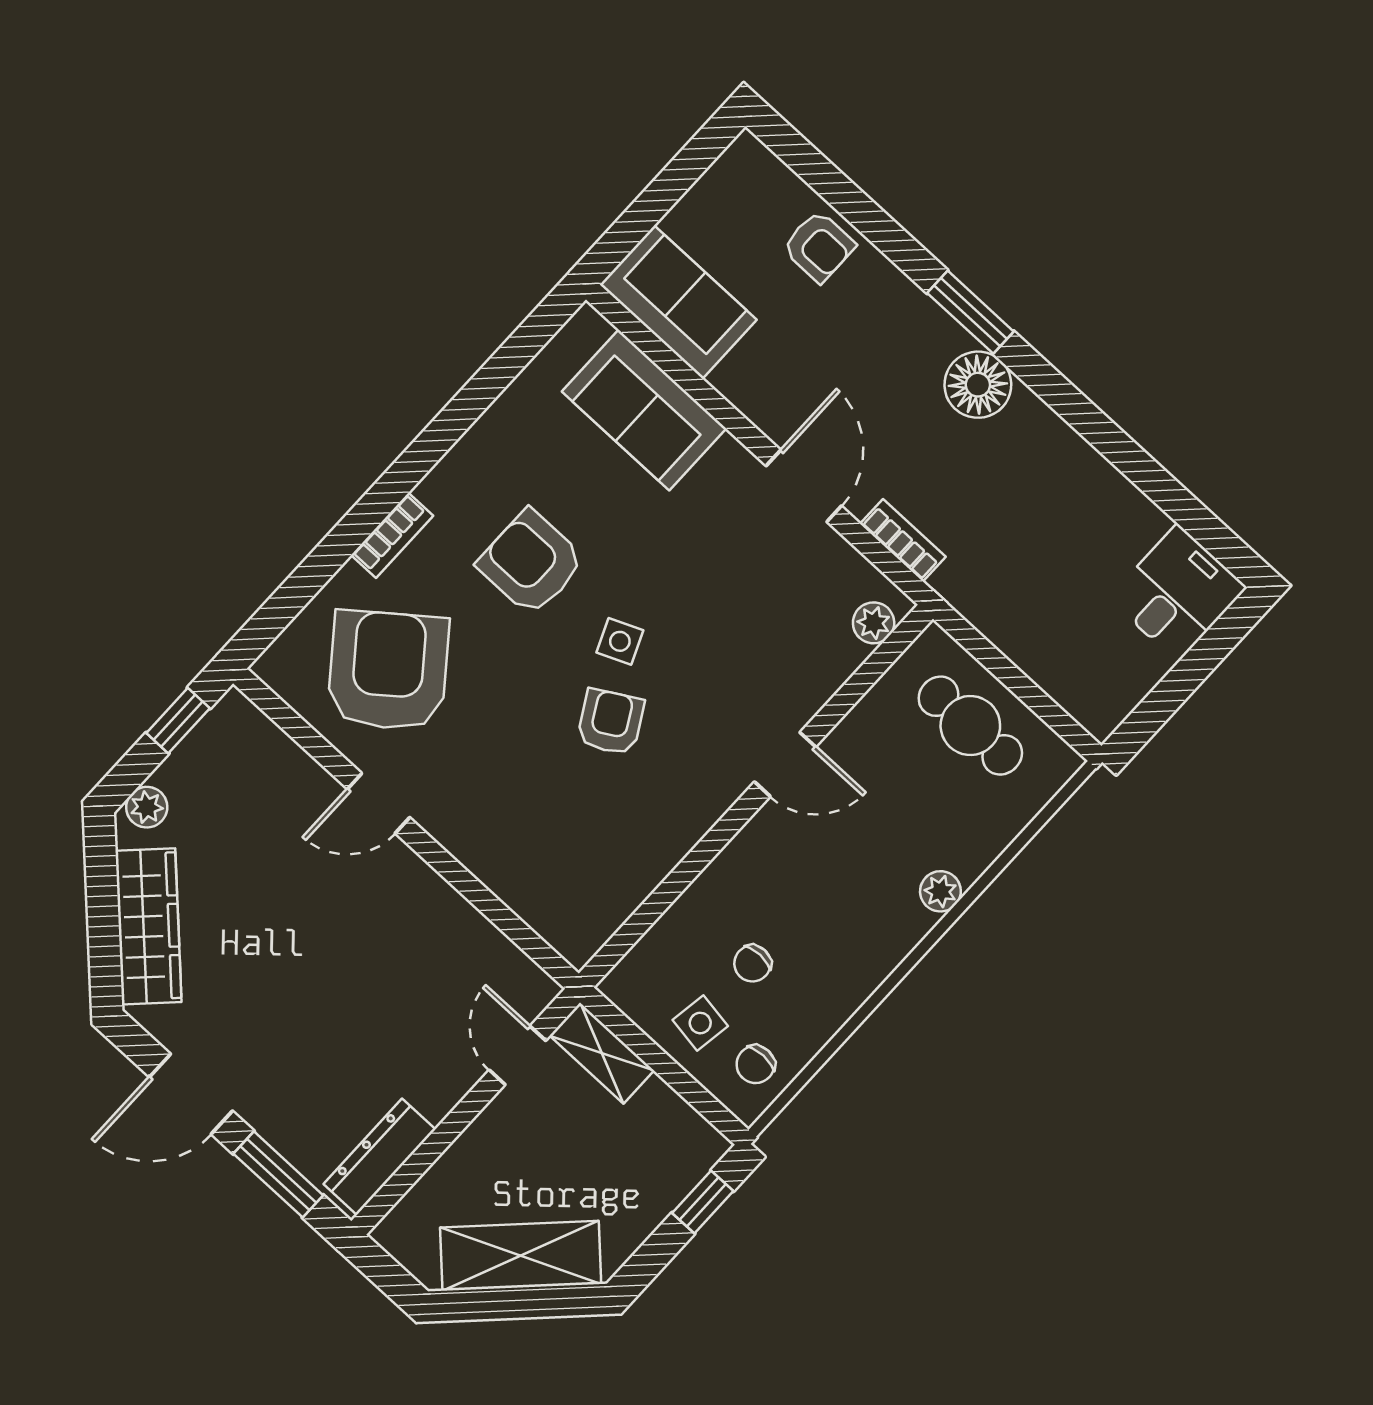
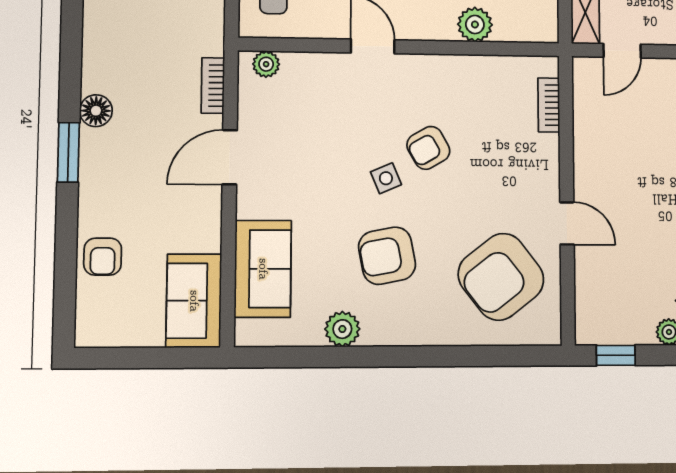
armchair: (819, 246) -> (103, 257), turned 180
floor lamp: (978, 385) -> (96, 111), width x0.73, depth x0.73
plant: (495, 438) -> (342, 329), added
bookcase: (392, 535) -> (549, 105), moved, turned -90
armchair: (531, 563) -> (387, 256), turned 79
plant: (704, 908) -> (475, 24), added

